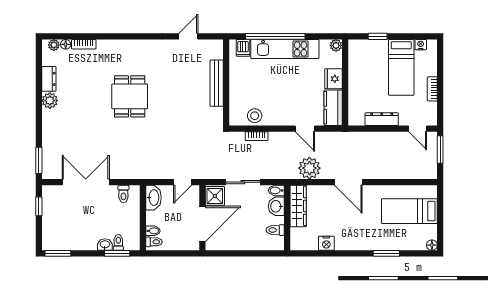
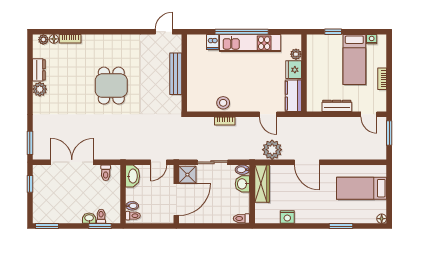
plant: (336, 45) -> (296, 54), moved
wall: (226, 82) -> (184, 73), moved
bench: (217, 83) -> (176, 74), moved
toilet: (275, 230) -> (241, 218), moved

